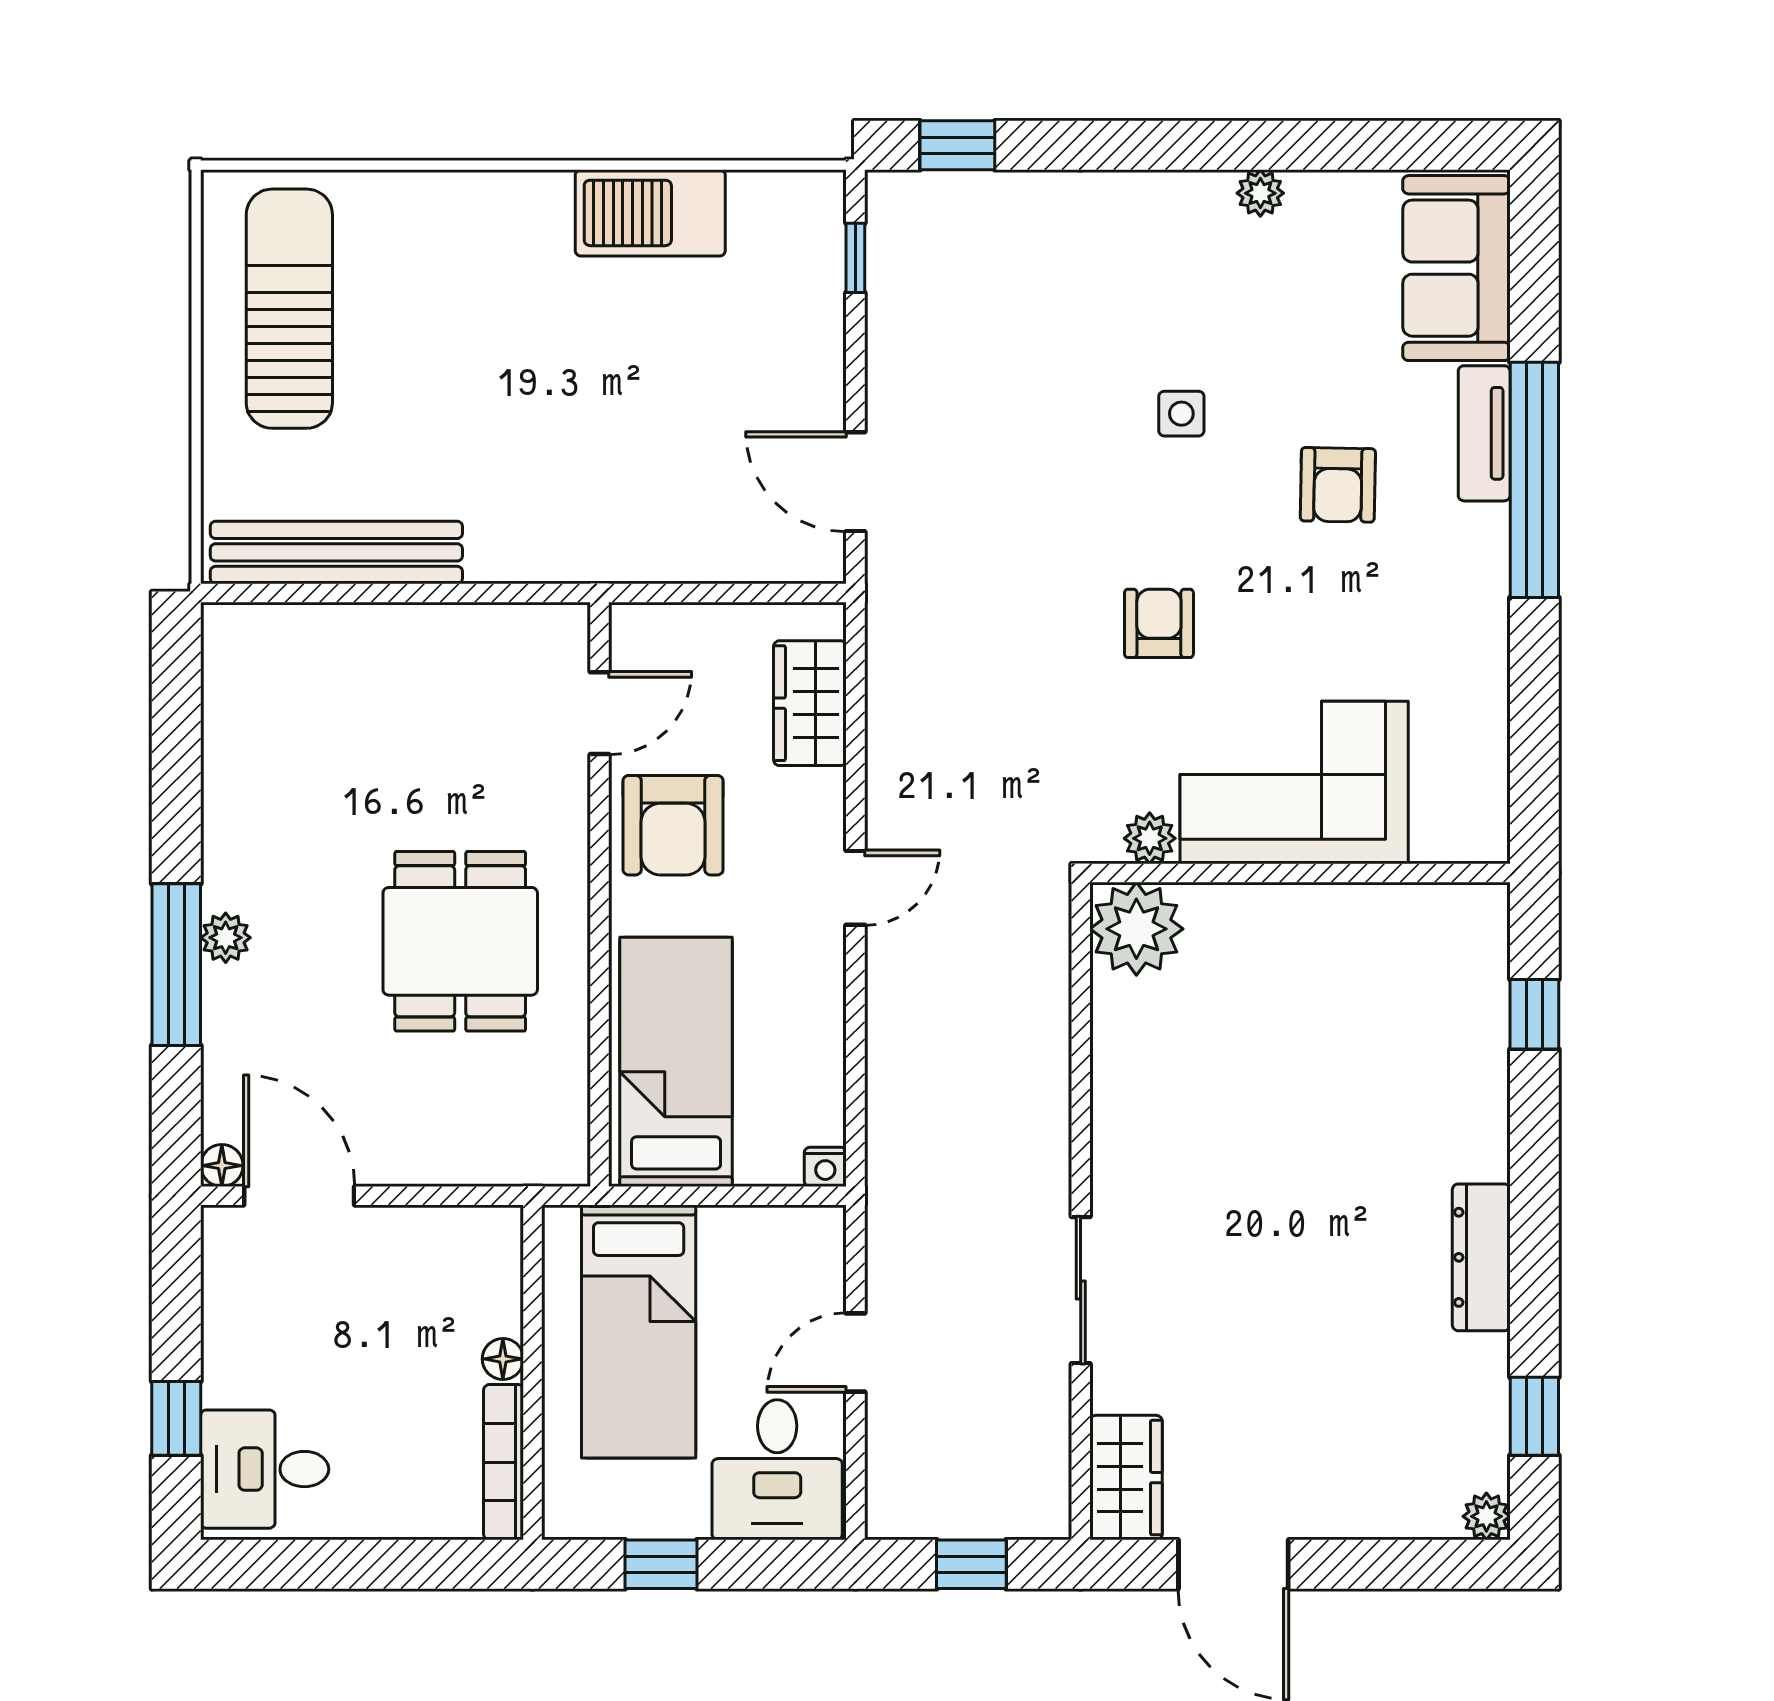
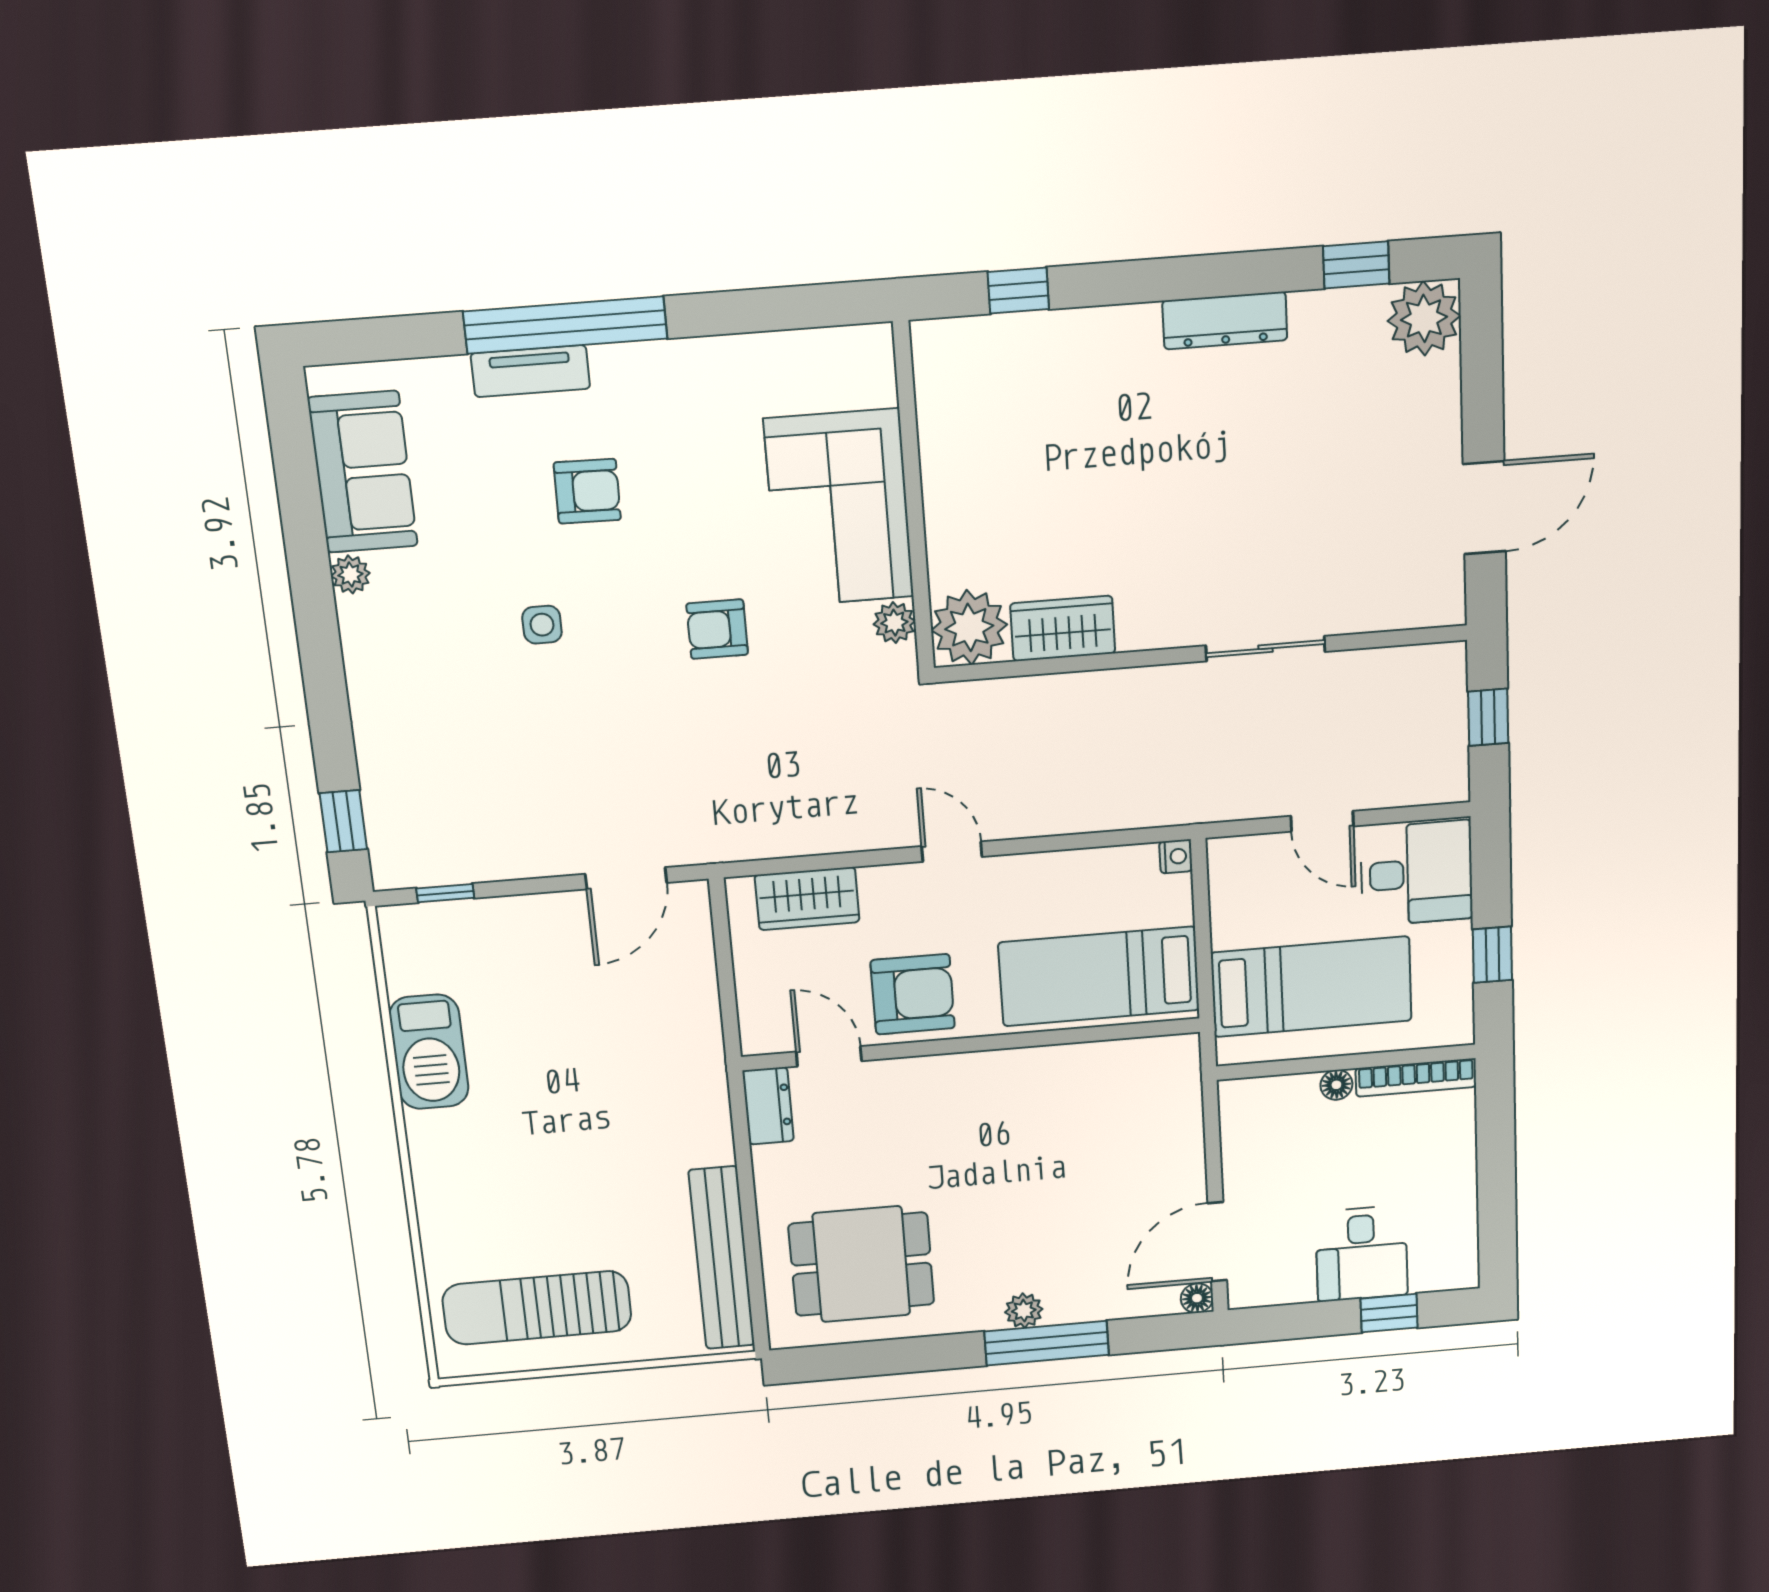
sofa: (1456, 268) -> (363, 472), moved, turned -90
dresser: (540, 630) -> (768, 1106), added
dining table: (460, 941) -> (861, 1264), moved
desk: (265, 1469) -> (1362, 1254), moved
wardrobe: (1126, 1478) -> (1063, 628), moved
plant: (1486, 1516) -> (1424, 318), width x1.88, depth x1.88

